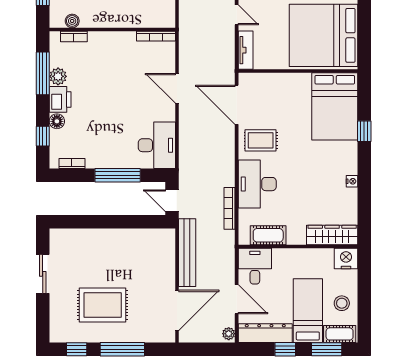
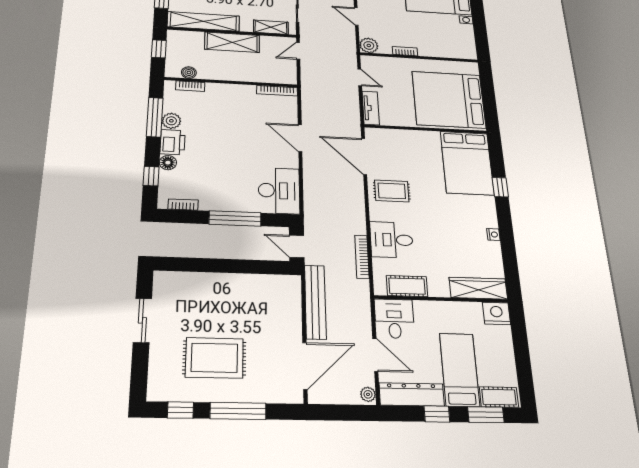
desk: (257, 184) -> (392, 240), width x0.73
stool: (342, 303) -> (497, 362), removed

